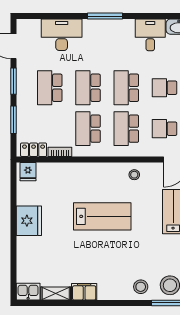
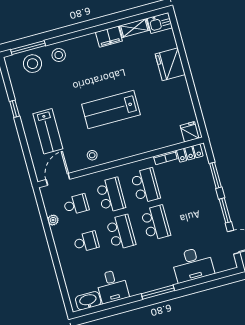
school desk: (50, 88) -> (190, 213), removed
fridge: (29, 221) -> (170, 64), moved

